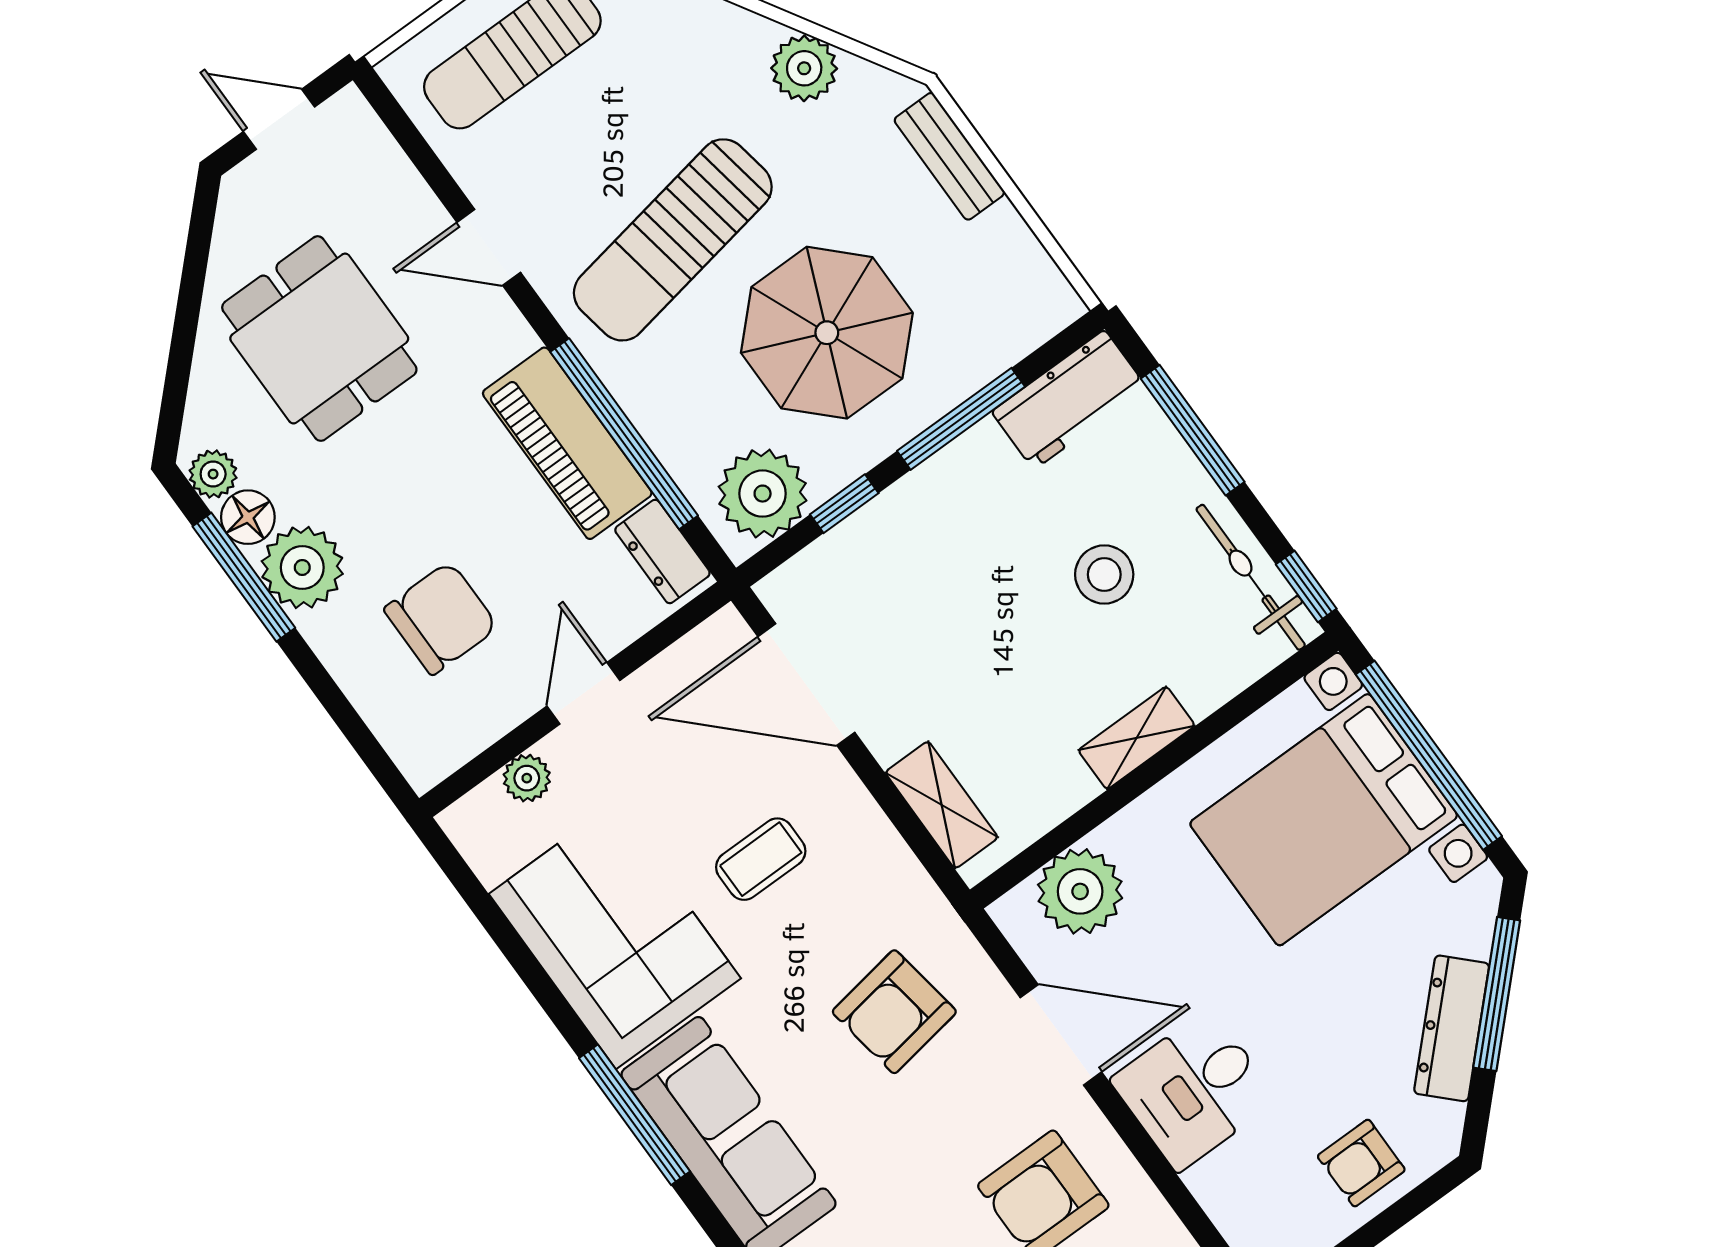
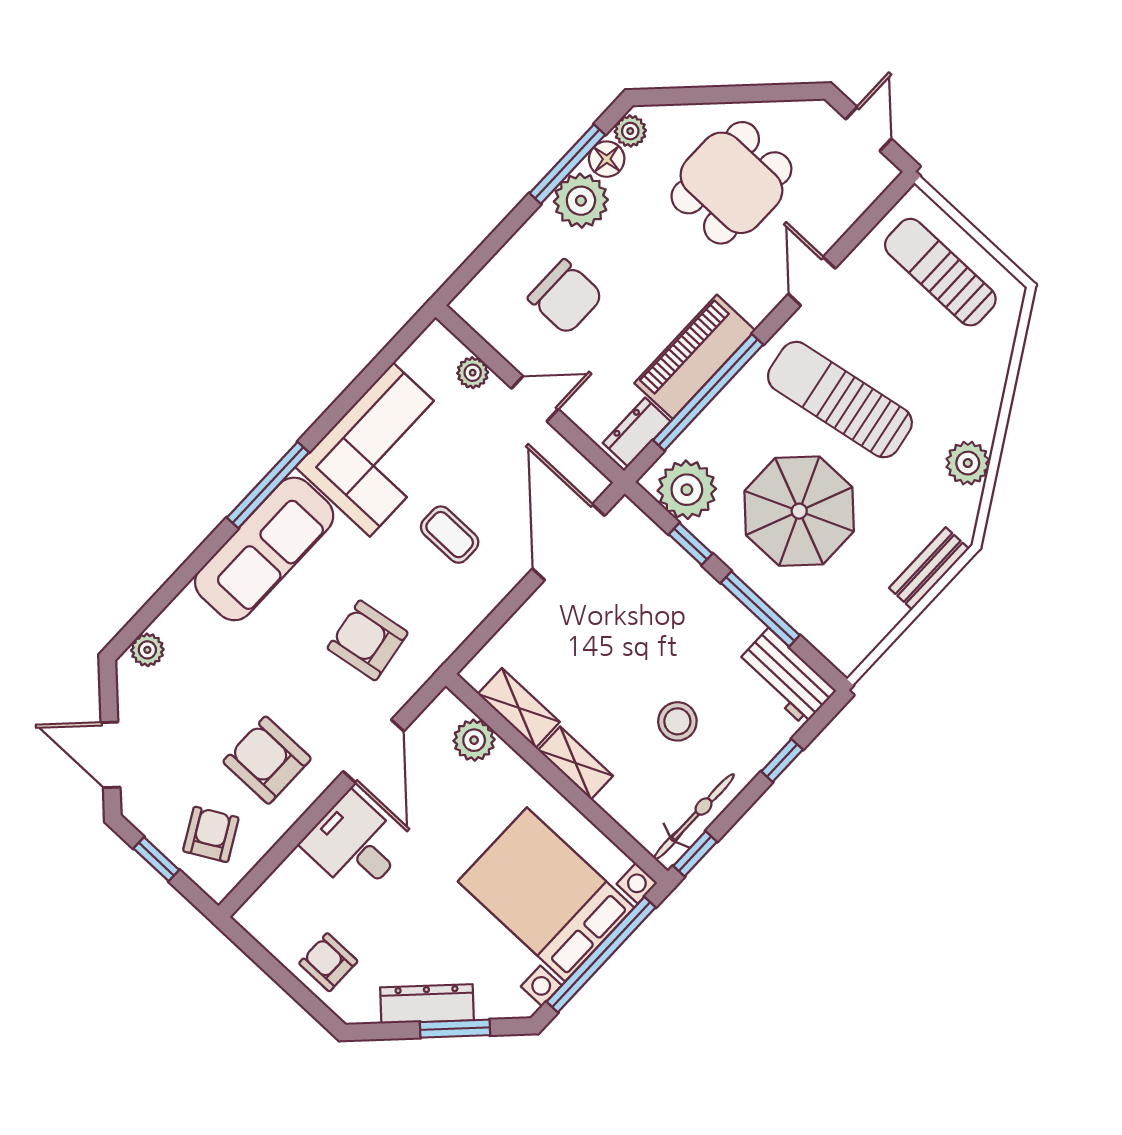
window: (1193, 430) -> (782, 761), width x0.46
shelving: (942, 805) -> (519, 708), moved, turned 90
plant: (1080, 891) -> (474, 740), width x0.73, depth x0.73
window: (1497, 994) -> (455, 1029), width x0.69

